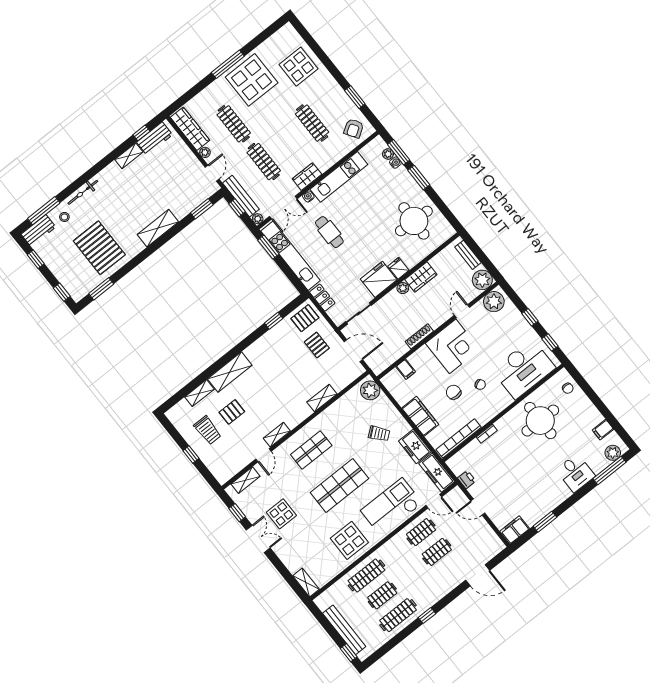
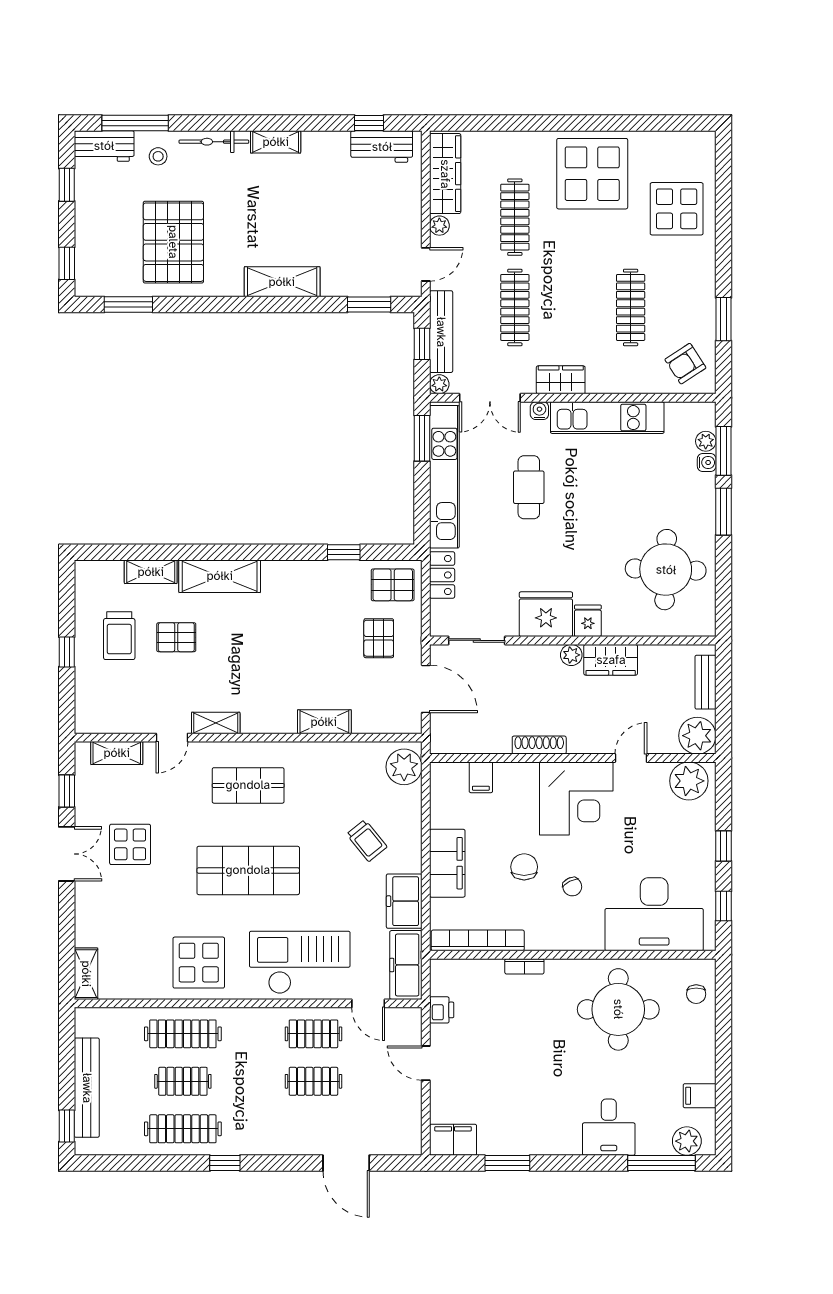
window: (228, 64) -> (576, 123), removed
shelving: (129, 156) -> (276, 142), moved

